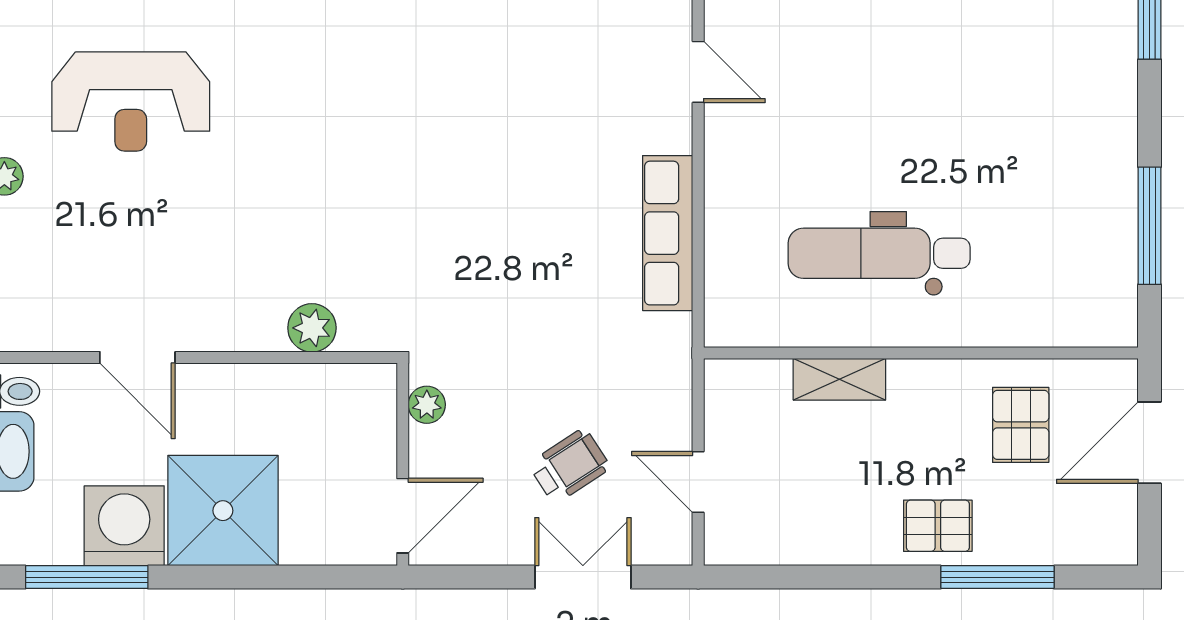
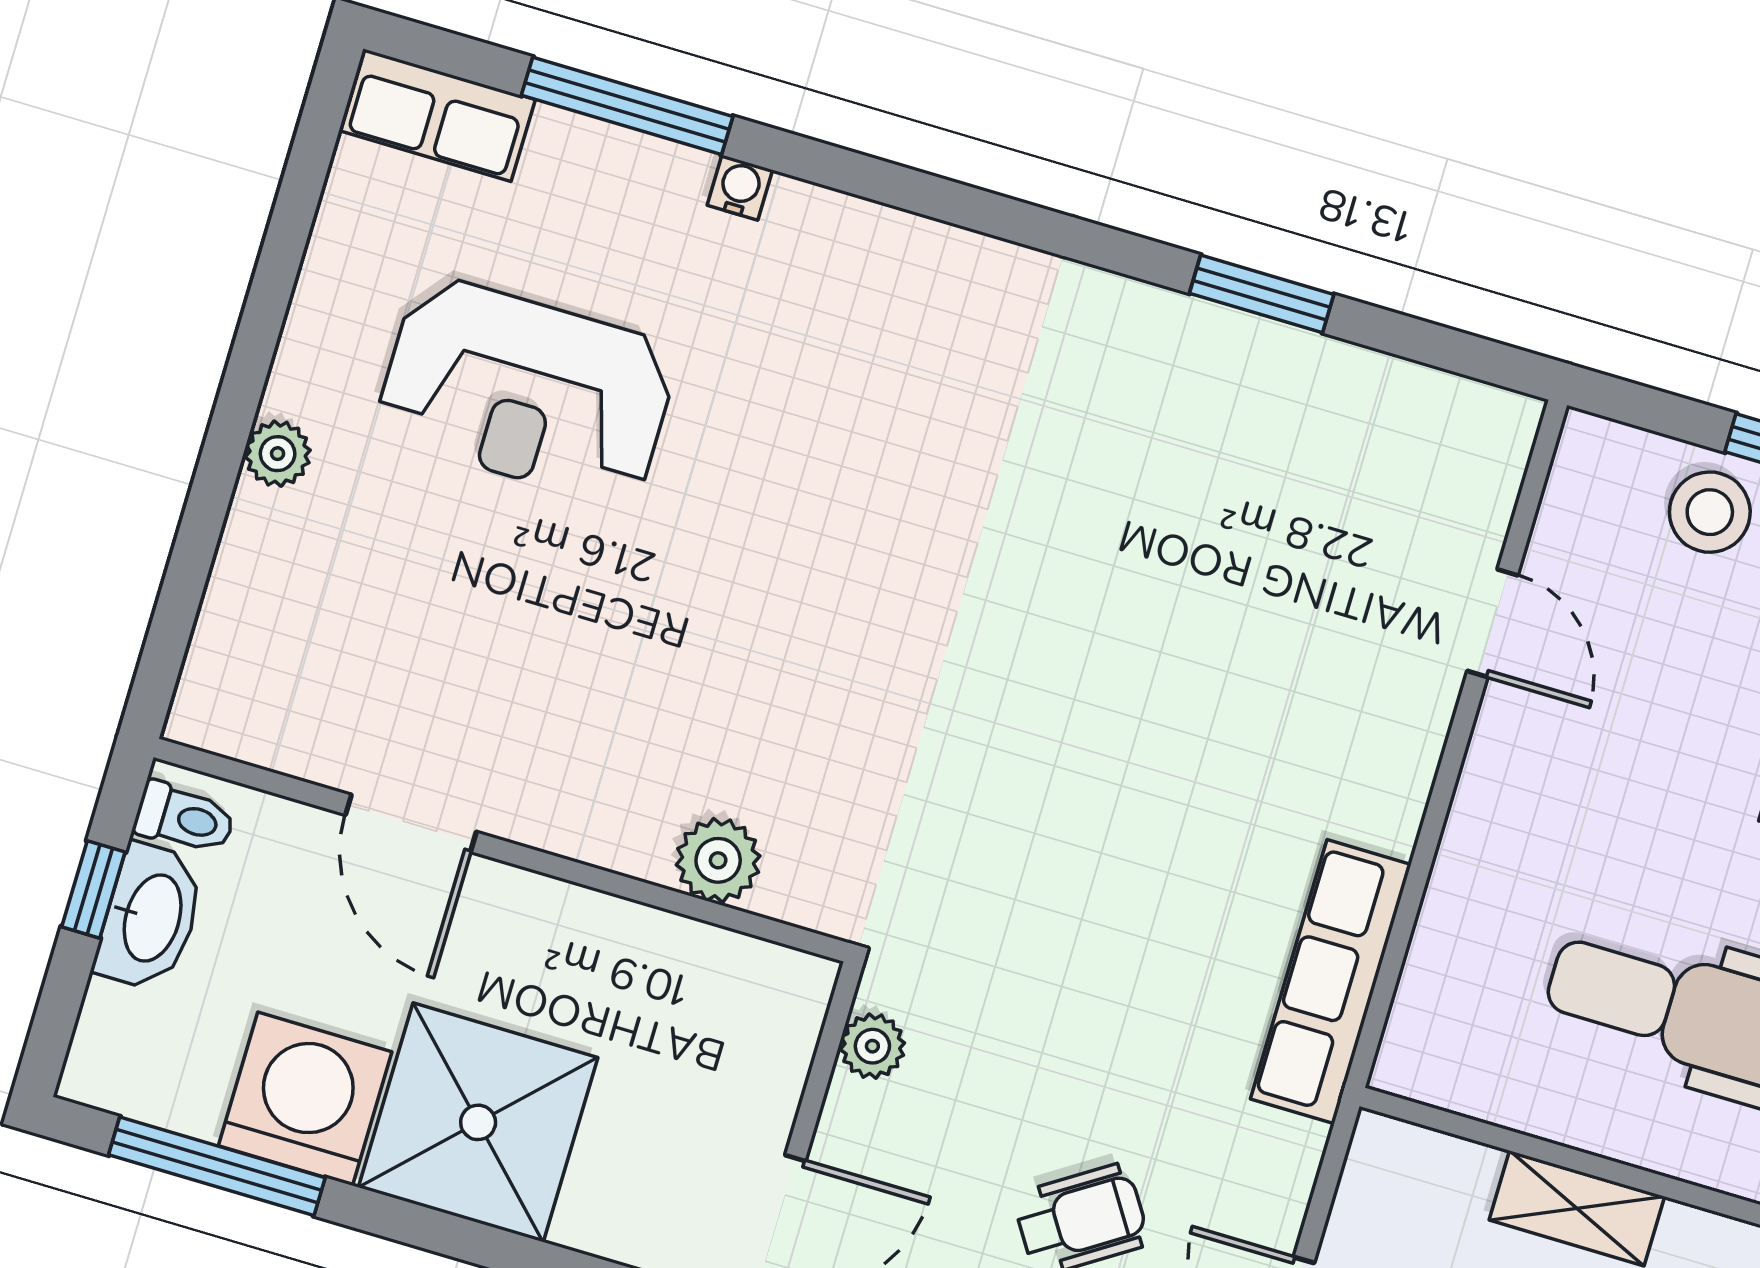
row of seats: (668, 233) -> (1331, 982), moved

